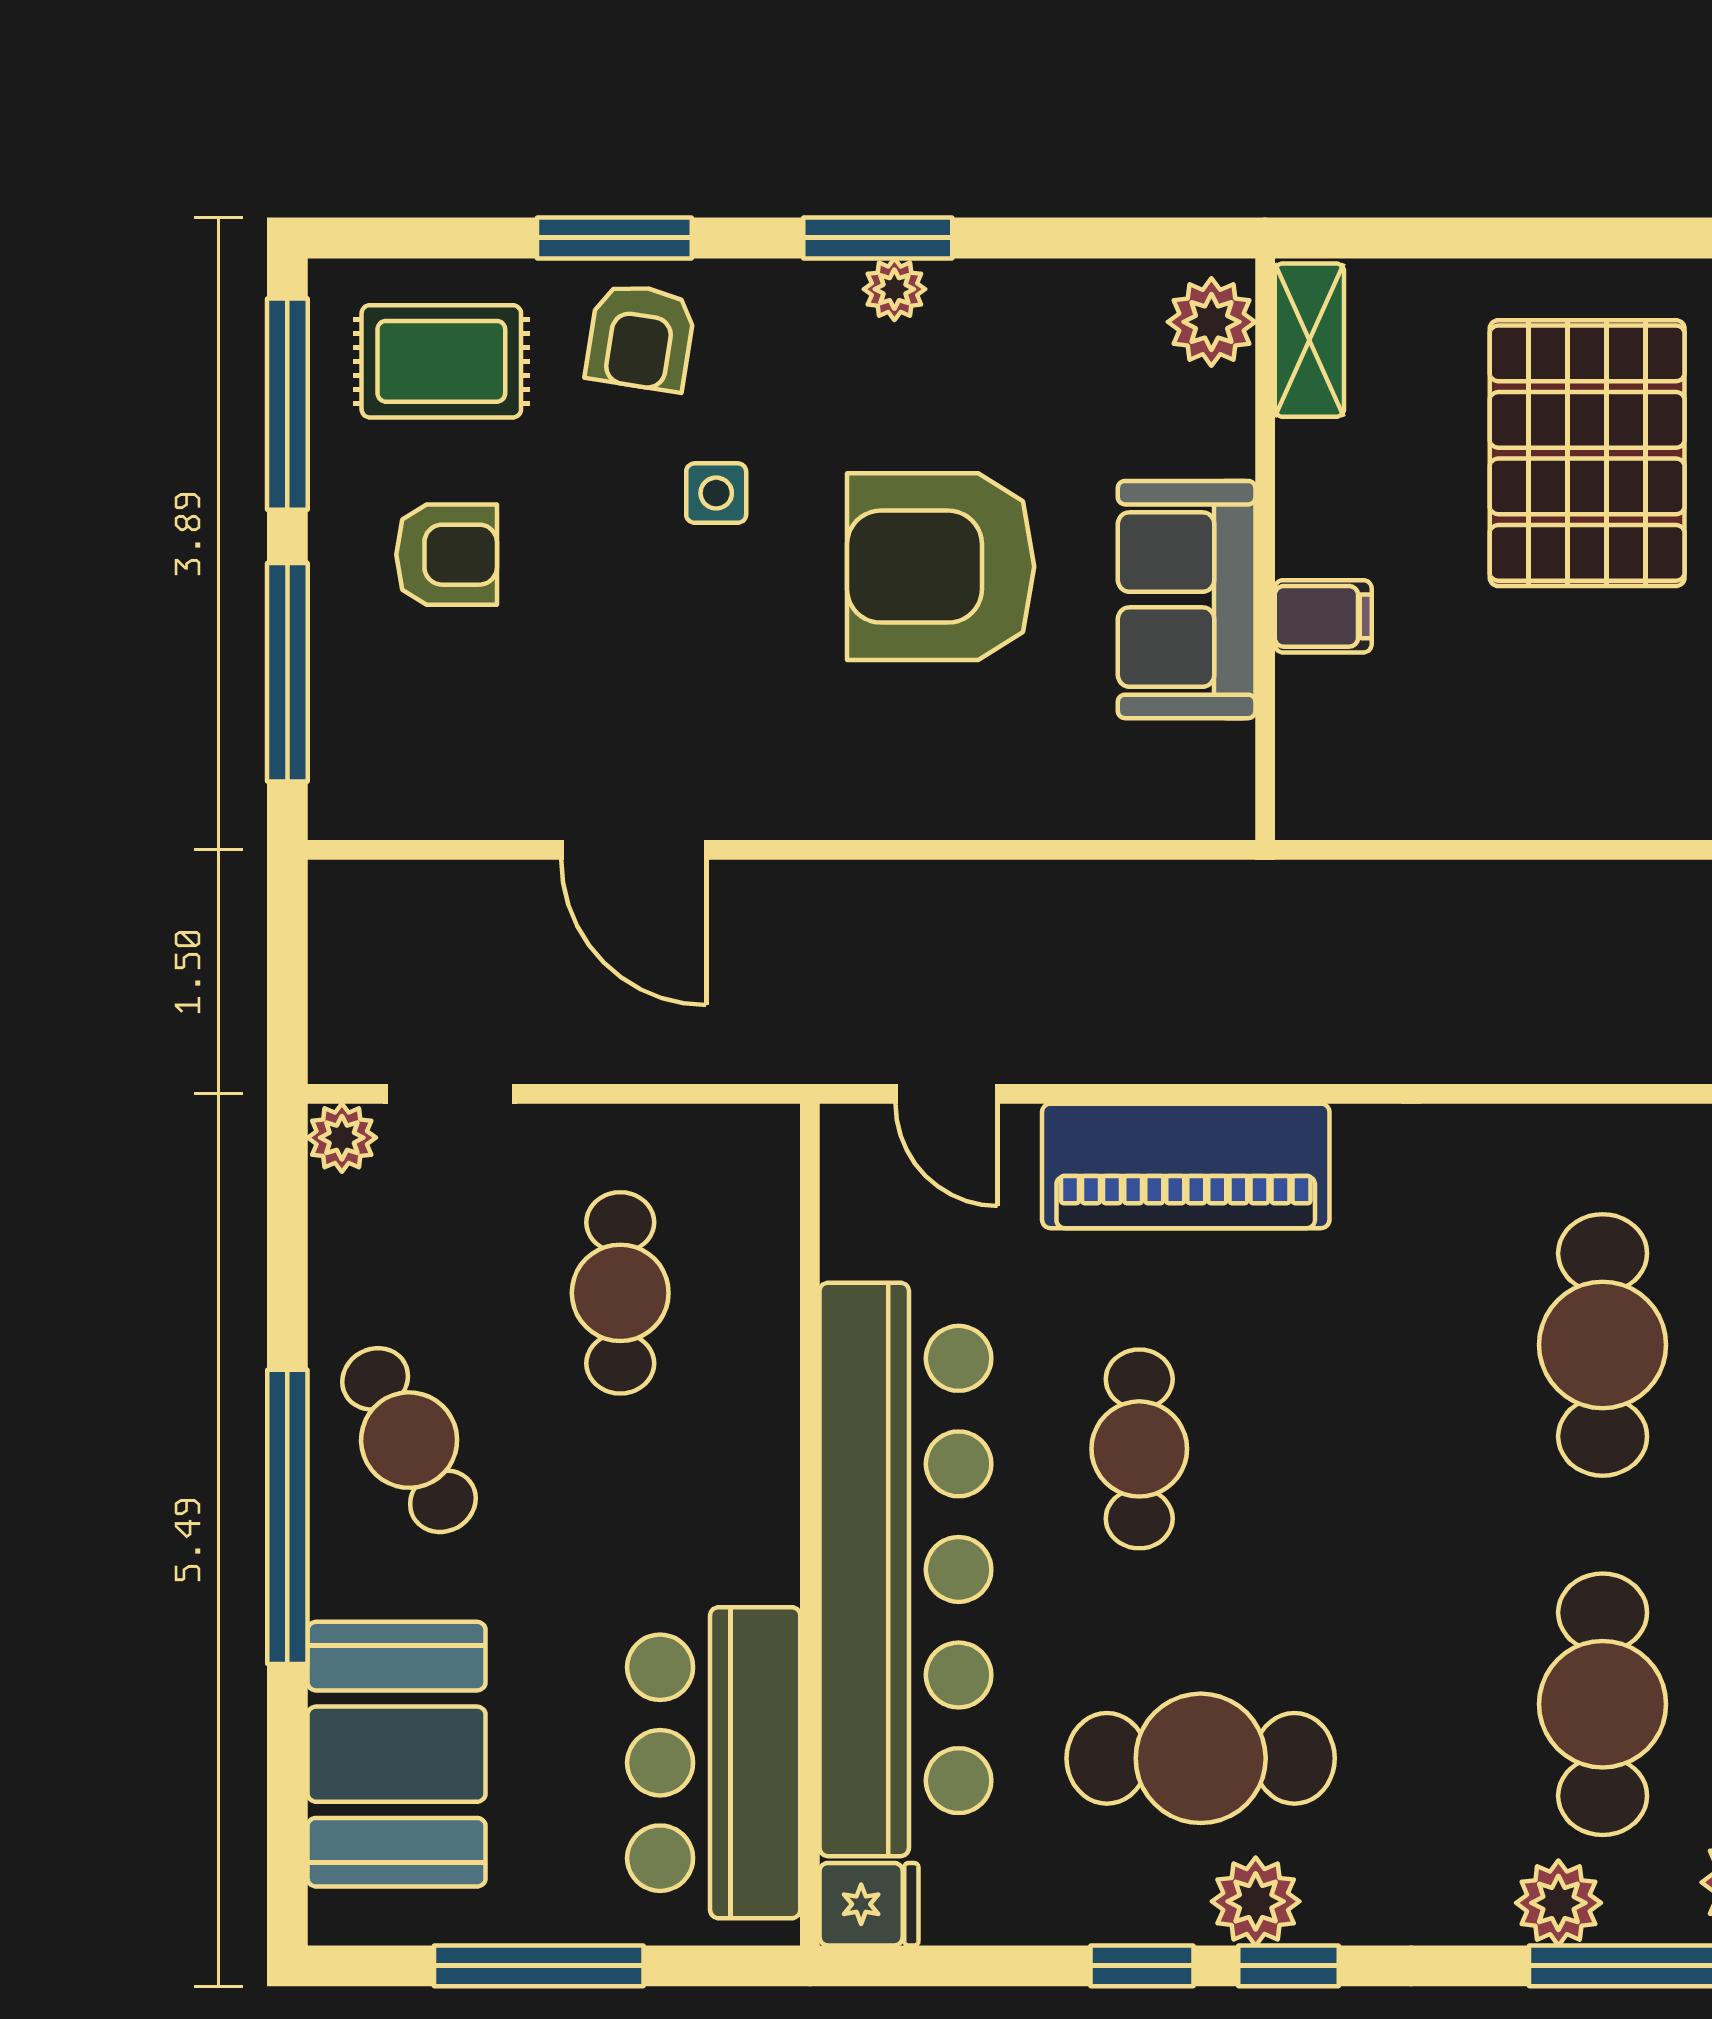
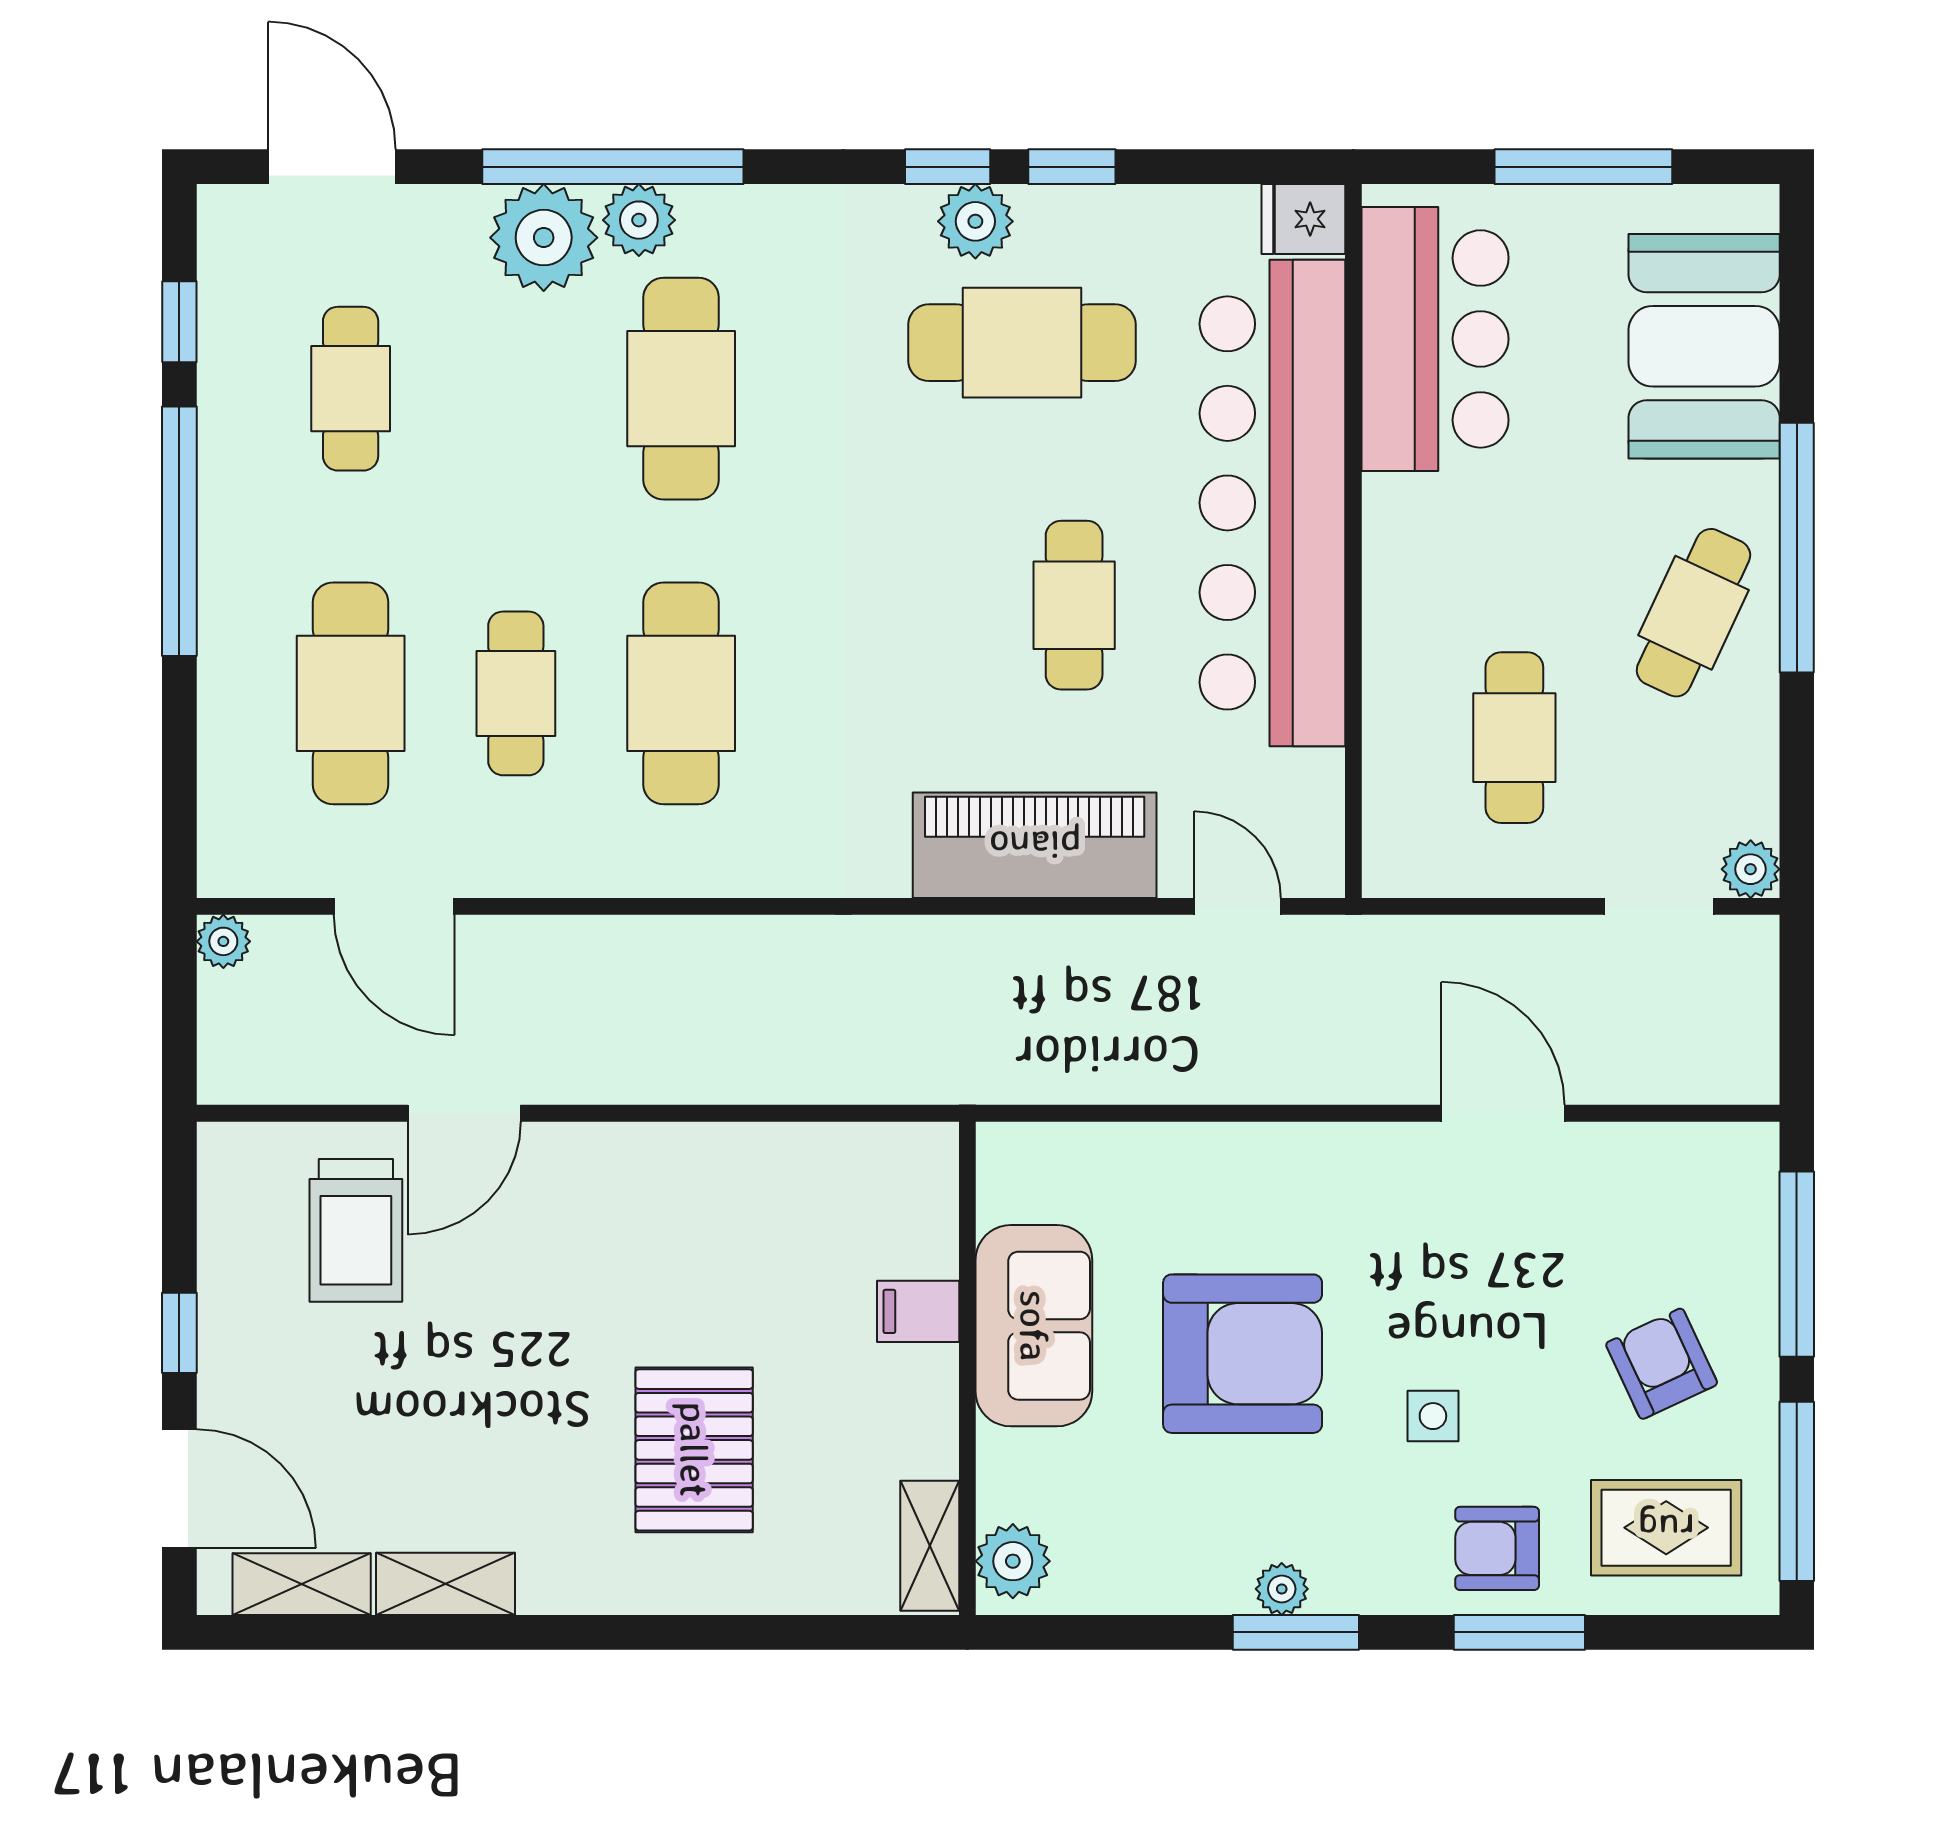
armchair: (641, 337) -> (1497, 1548), turned -99
pallet: (1587, 453) -> (694, 1450), width x0.73, depth x0.71
armchair: (447, 555) -> (1662, 1364), turned 65
cafe table: (409, 1440) -> (1693, 613), turned 54
plant: (1558, 1903) -> (639, 220), moved

